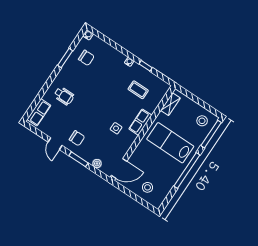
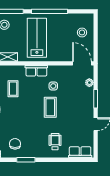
coffee table: (98, 112) -> (50, 107), added
chair: (77, 138) -> (80, 110), removed
lab bench: (170, 143) -> (37, 38), turned 180

